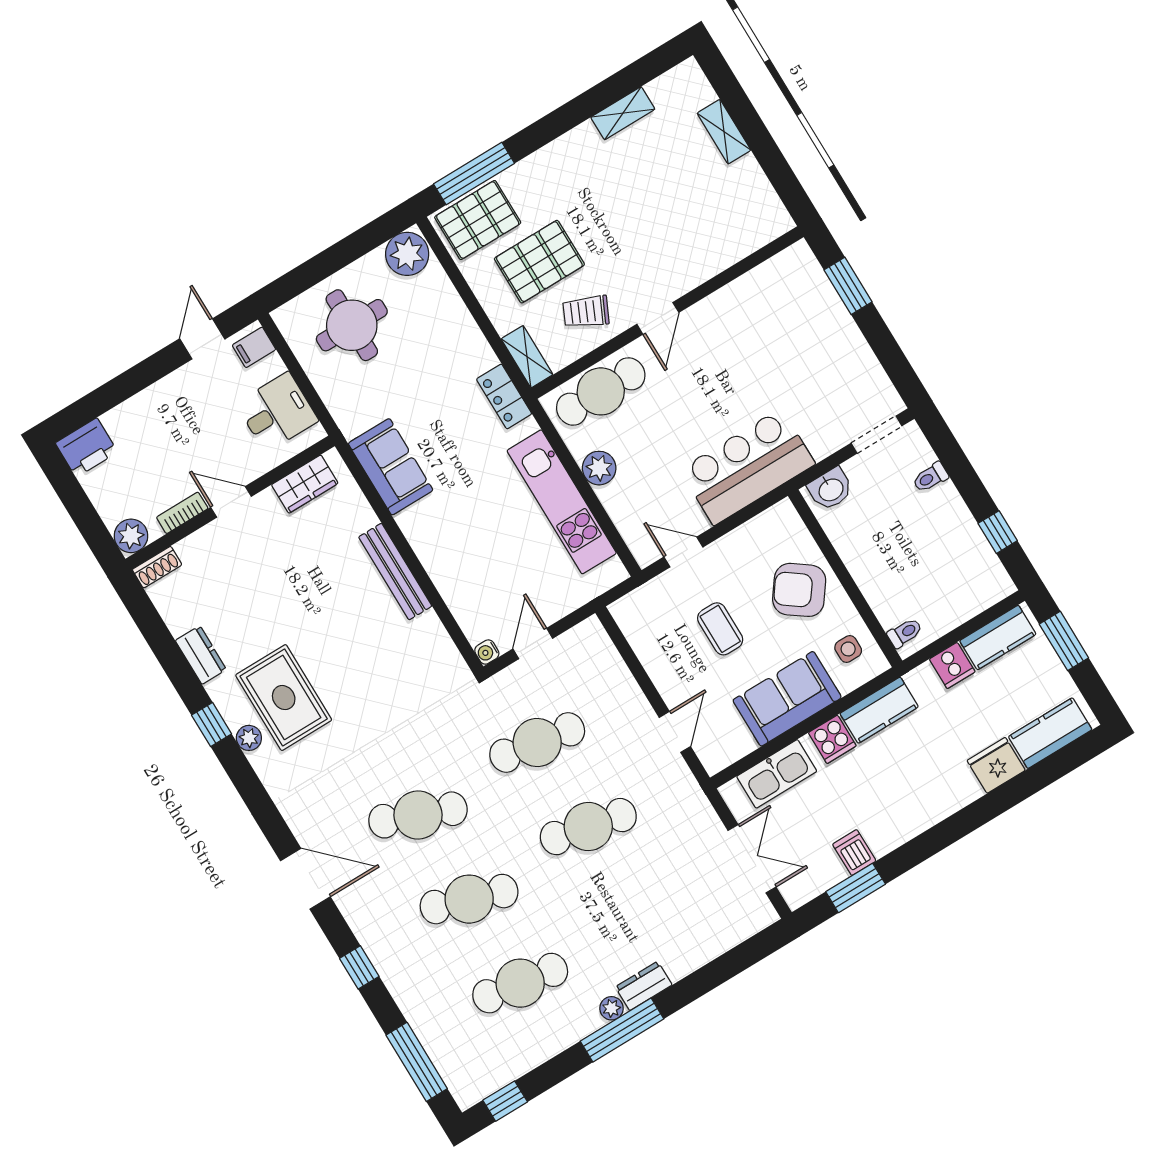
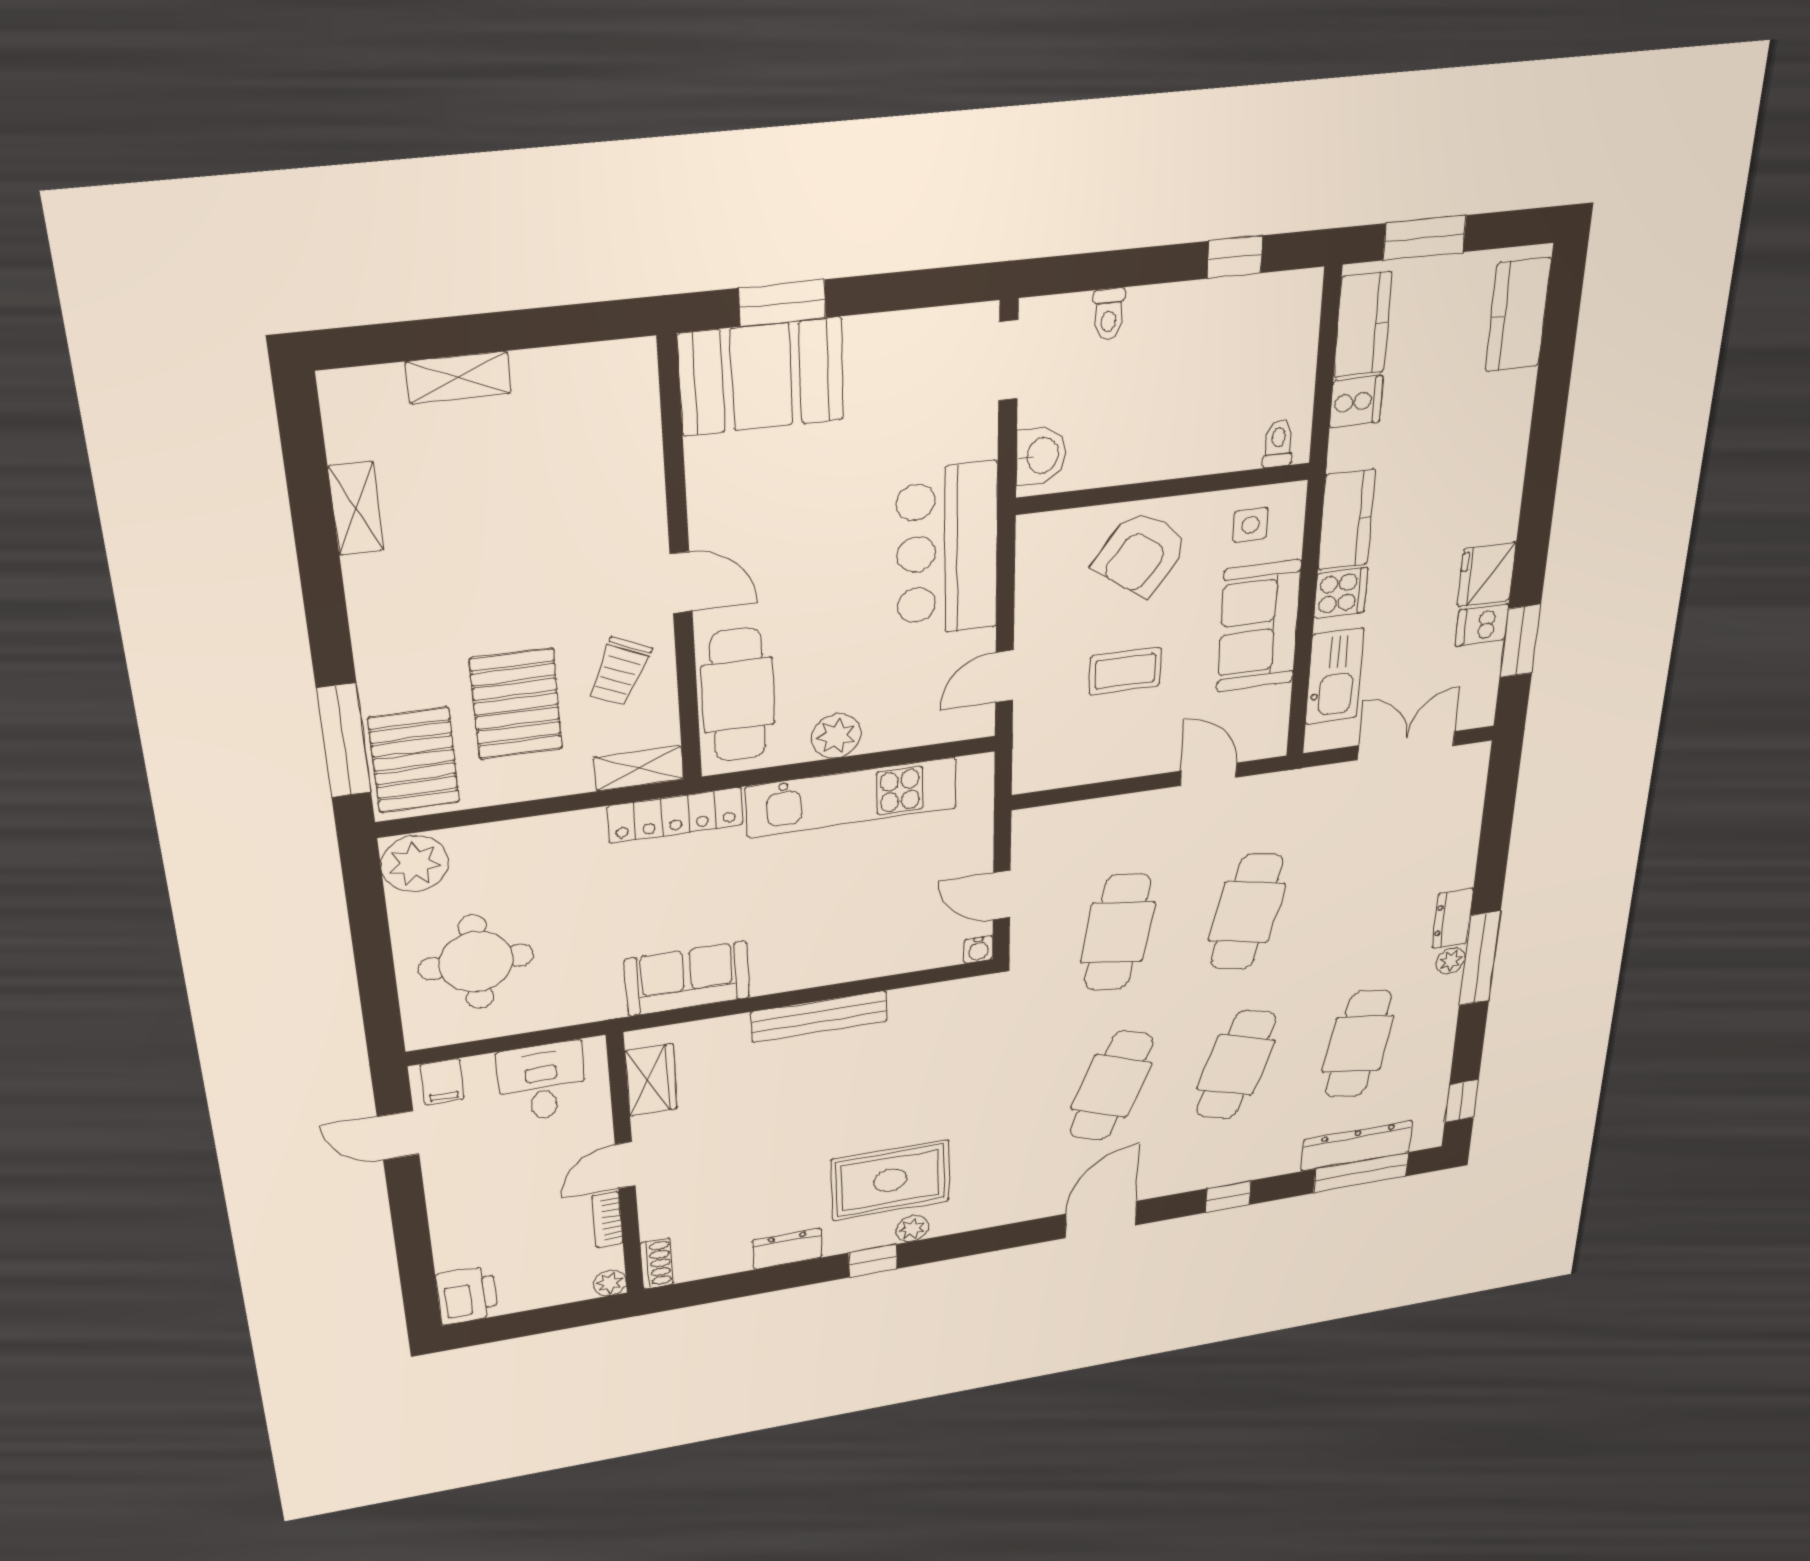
booth: (801, 297) -> (761, 377), added
locker: (504, 396) -> (675, 815), width x1.53
plant: (131, 536) -> (610, 1283), width x0.73, depth x0.73
fridge: (996, 765) -> (1487, 574), moved
dresser: (438, 1042) -> (1357, 1146), added

